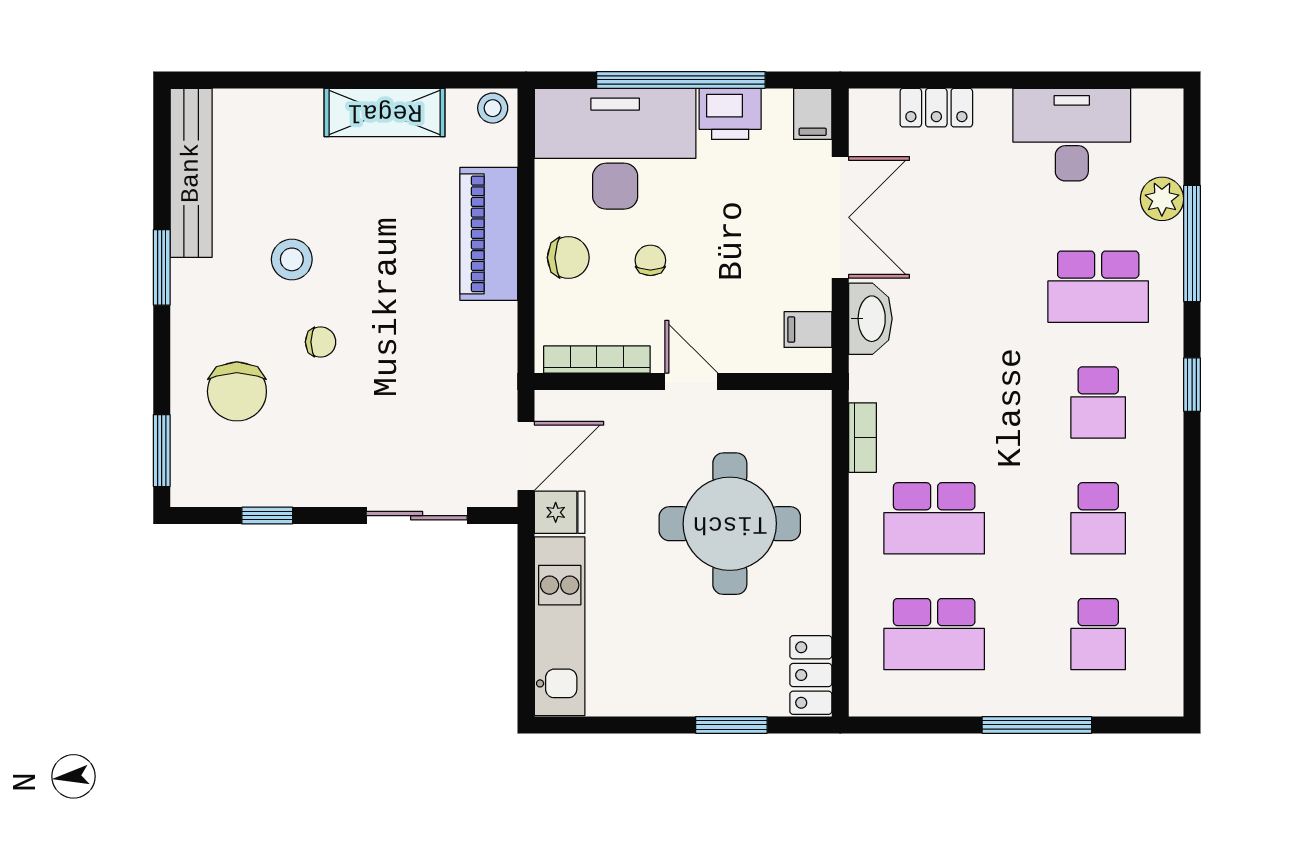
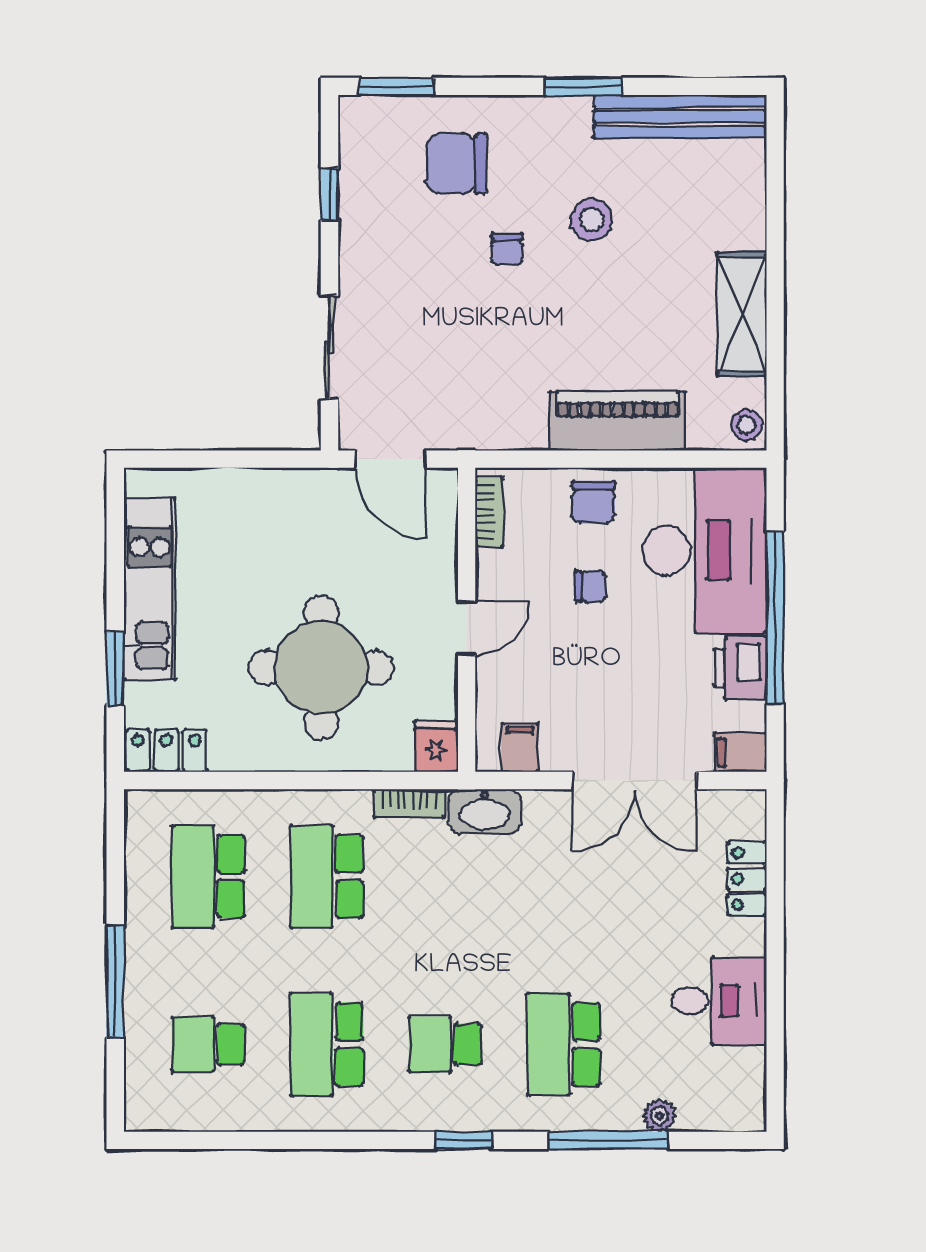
desk: (1072, 135) -> (719, 1001), width x0.73
plant: (1162, 199) -> (659, 1116), width x0.73, depth x0.73
washbasin: (870, 319) -> (485, 811), moved
bookcase: (597, 360) -> (489, 512), width x0.64
fridge: (560, 512) -> (436, 746), moved, turned 180
school desk: (1098, 518) -> (327, 1044), width x1.85
kitchen unit: (560, 626) -> (150, 589), moved, turned -90

